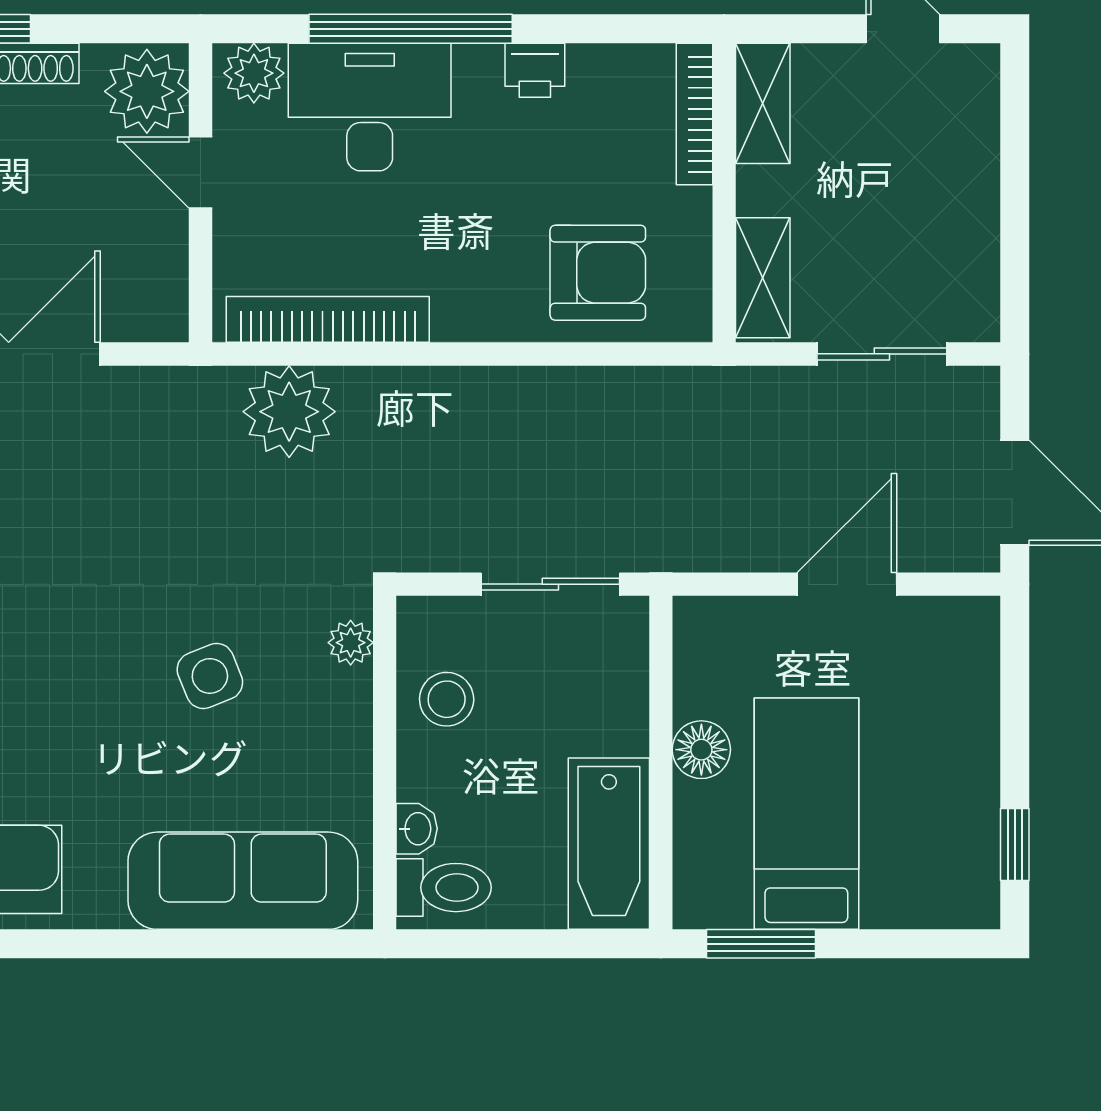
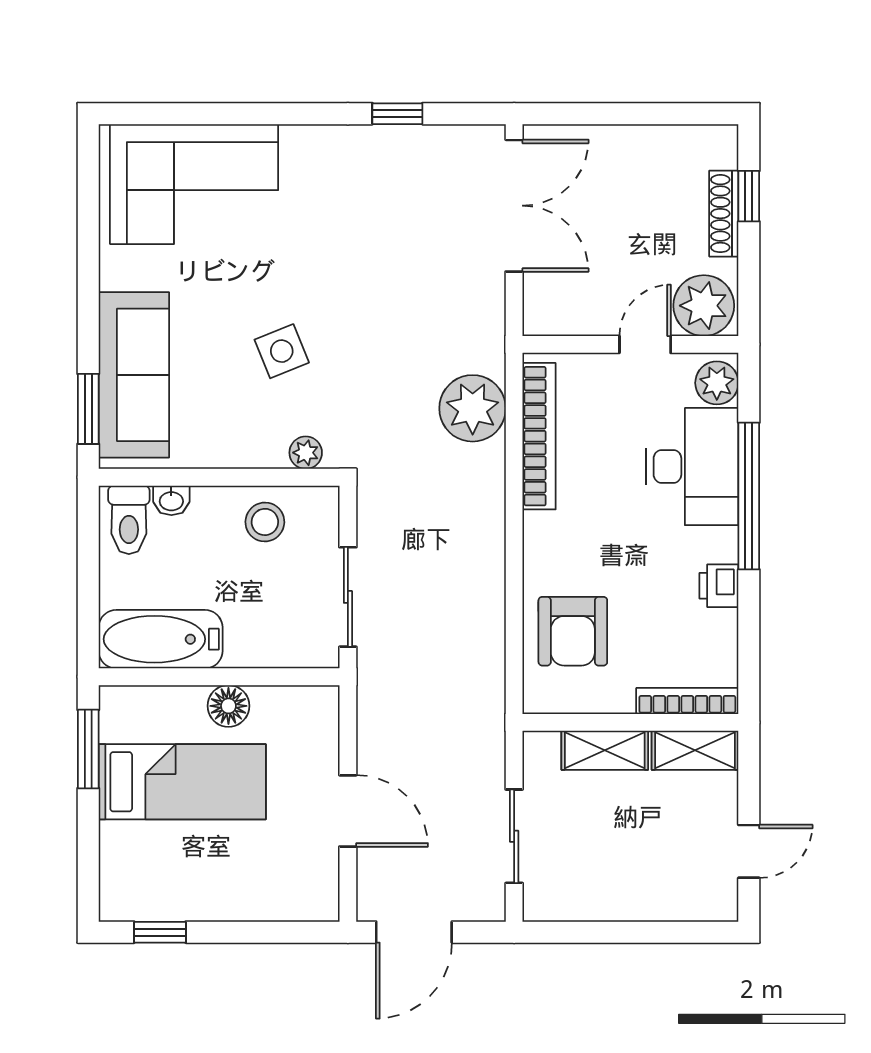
shelving: (763, 278) -> (605, 750), moved
window: (290, 944) -> (88, 409), added

